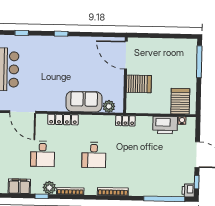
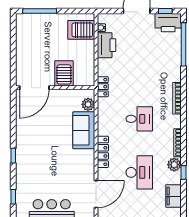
desk: (43, 154) -> (139, 172), width x1.37
printer: (188, 190) -> (168, 23), width x1.87, depth x1.48

